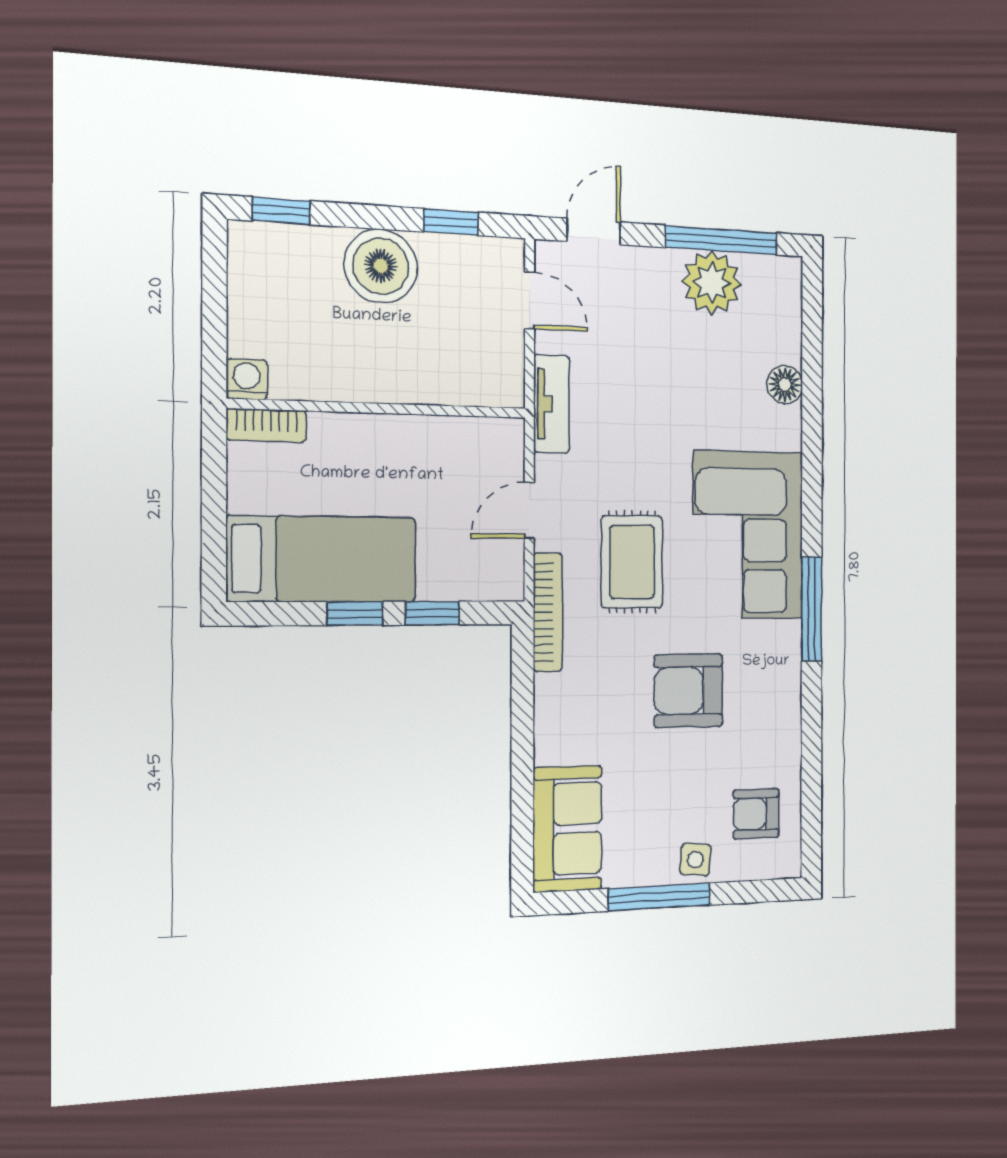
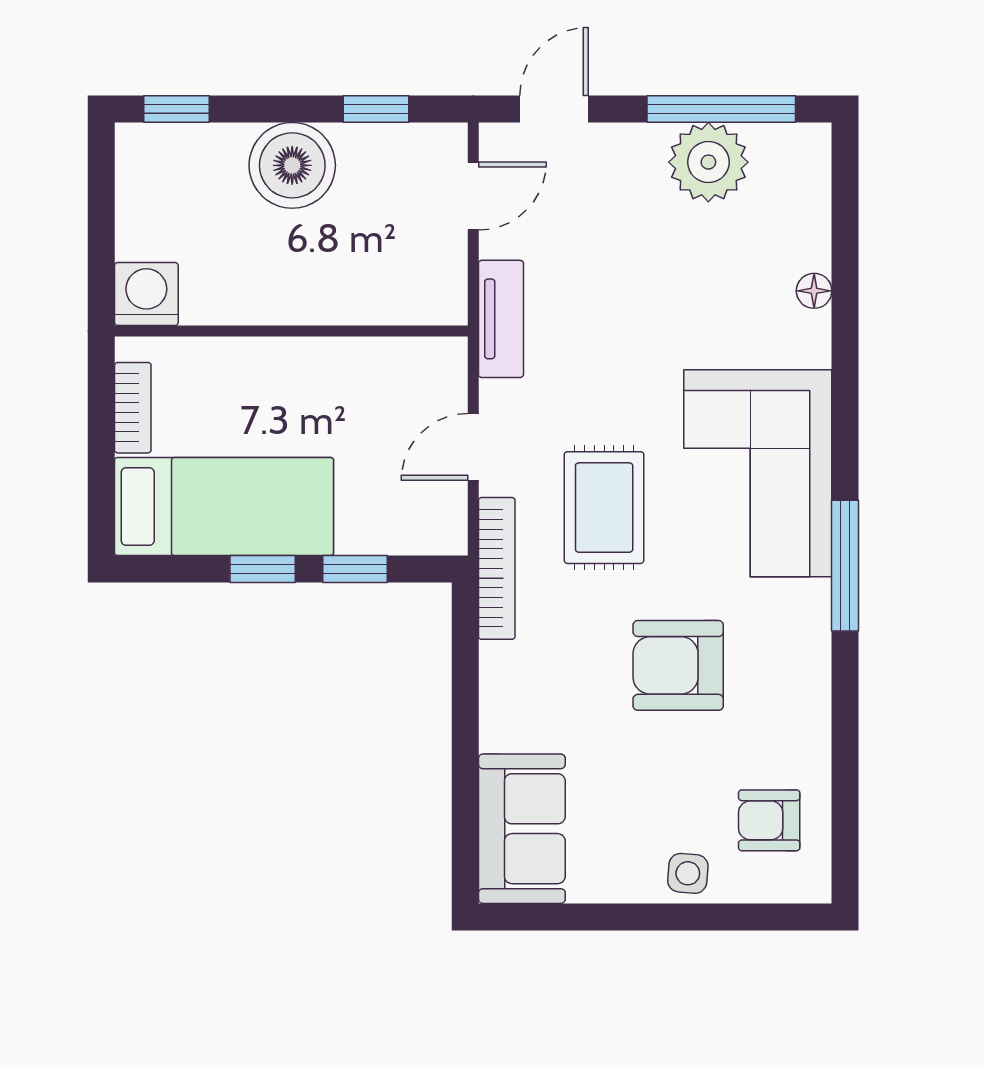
door: (530, 300) -> (473, 196), hinge flipped
washing machine: (247, 379) -> (146, 294), width x1.38, depth x1.38
floor lamp: (785, 384) -> (814, 291), width x0.73, depth x0.73
bookcase: (266, 425) -> (133, 408), moved, turned -90
window: (659, 897) -> (640, 917), removed

